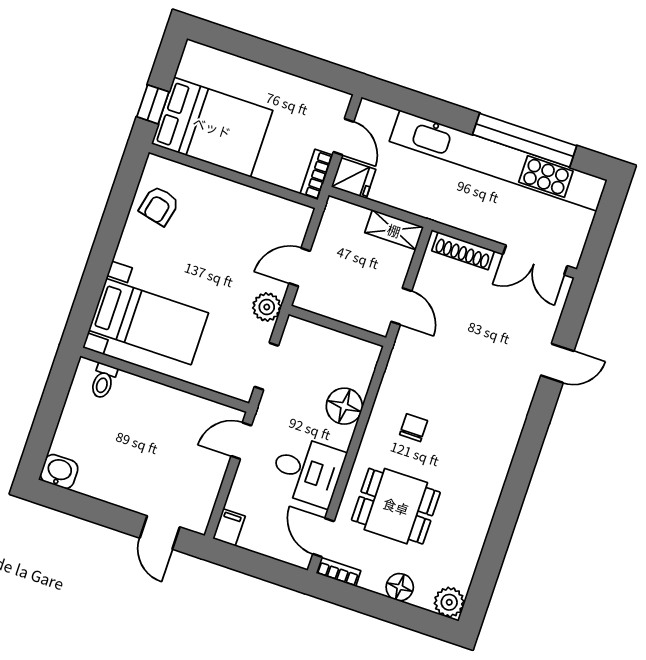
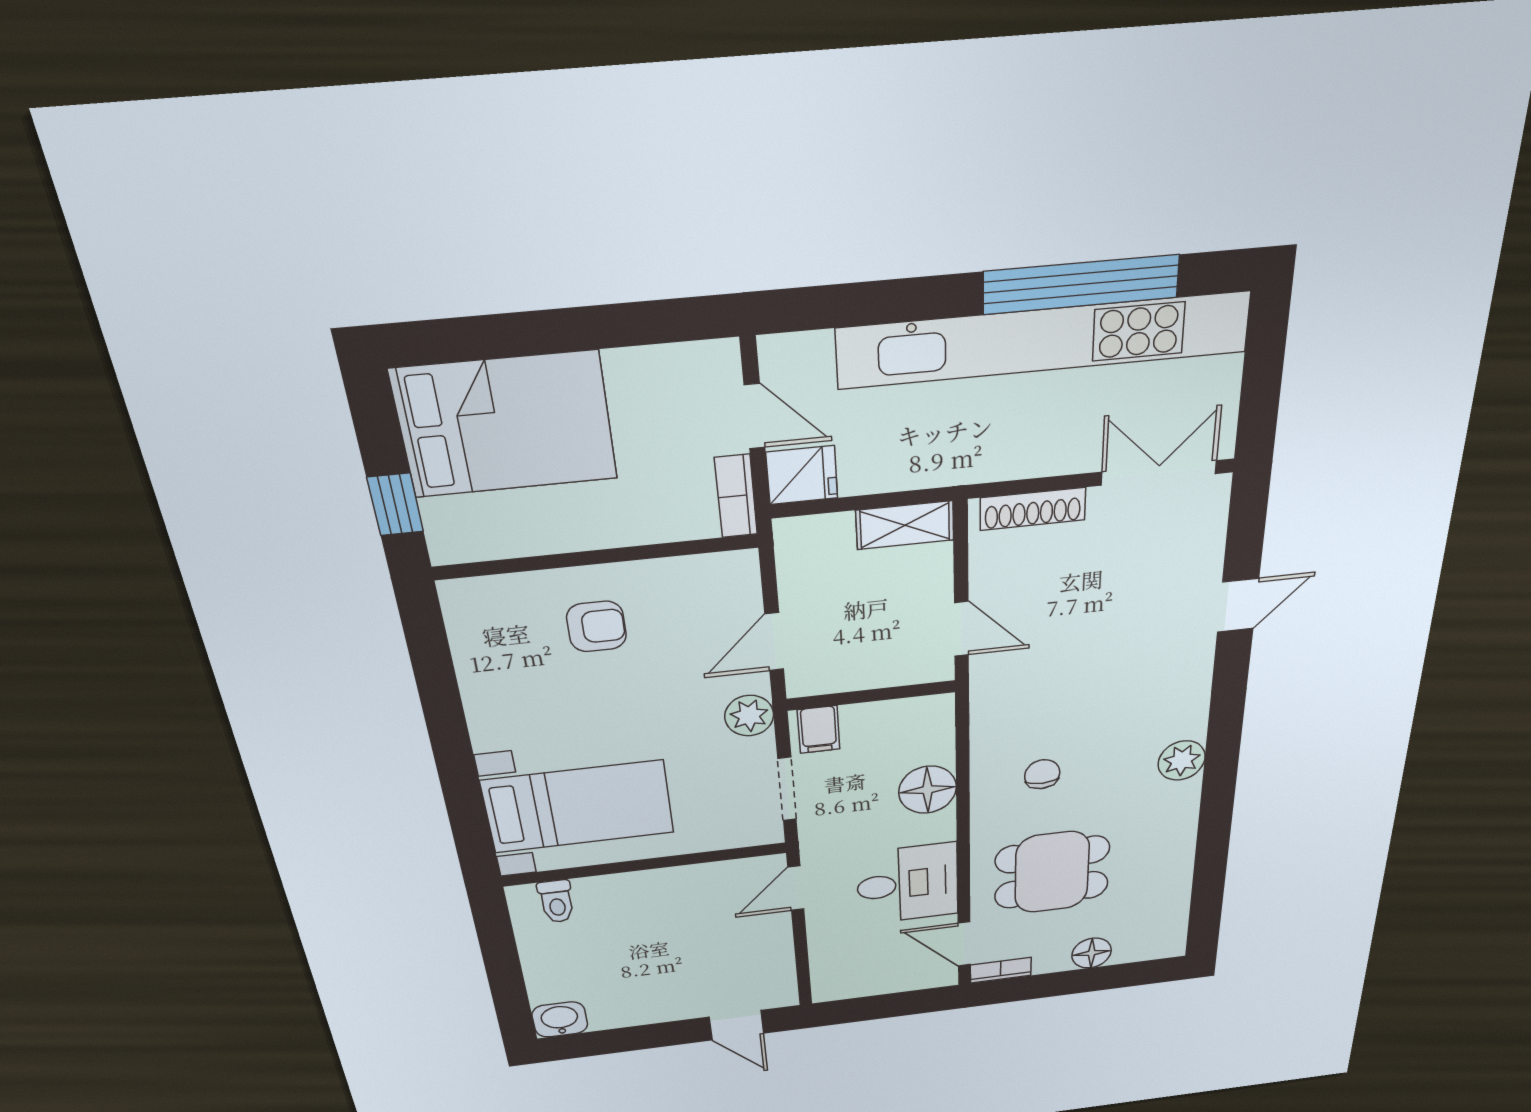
bed: (212, 127) -> (505, 425), moved
armchair: (159, 206) -> (596, 626), moved, turned -103
double door: (535, 260) -> (1159, 473), swing flipped
filing cabinet: (229, 527) -> (819, 730), moved, turned 180
plant: (449, 602) -> (1182, 760), moved

